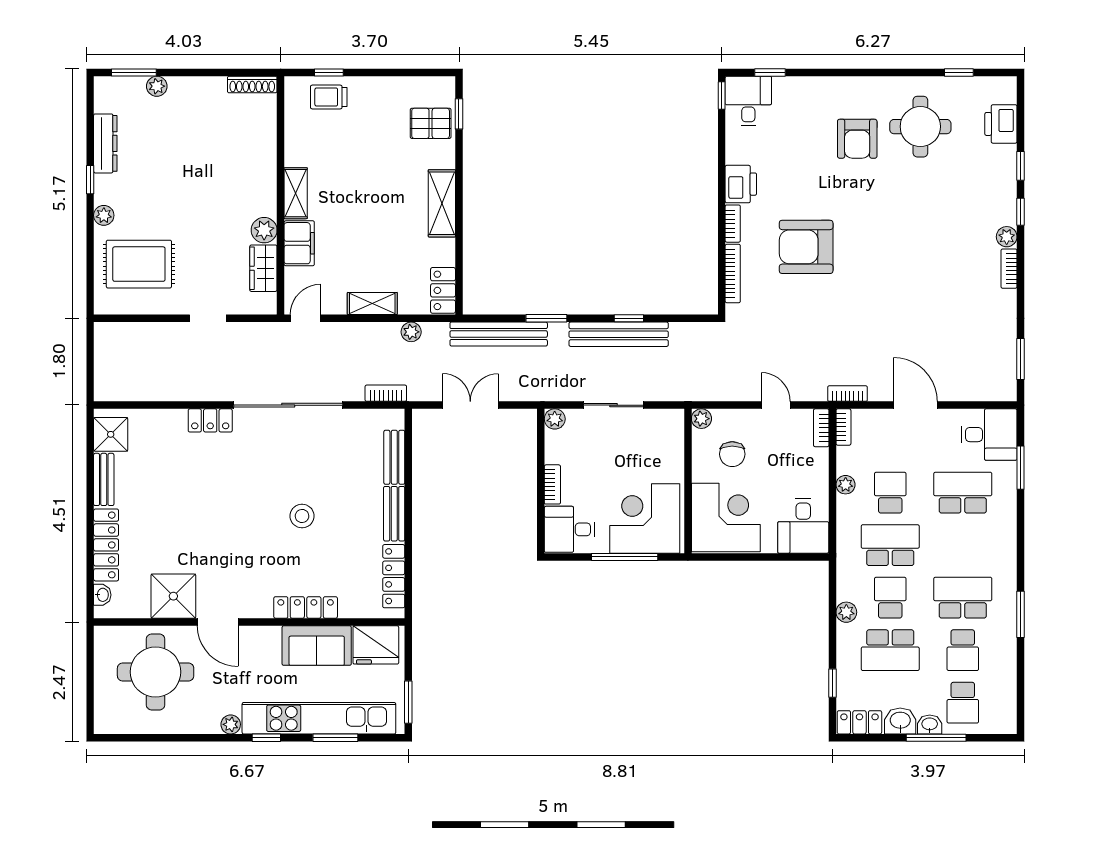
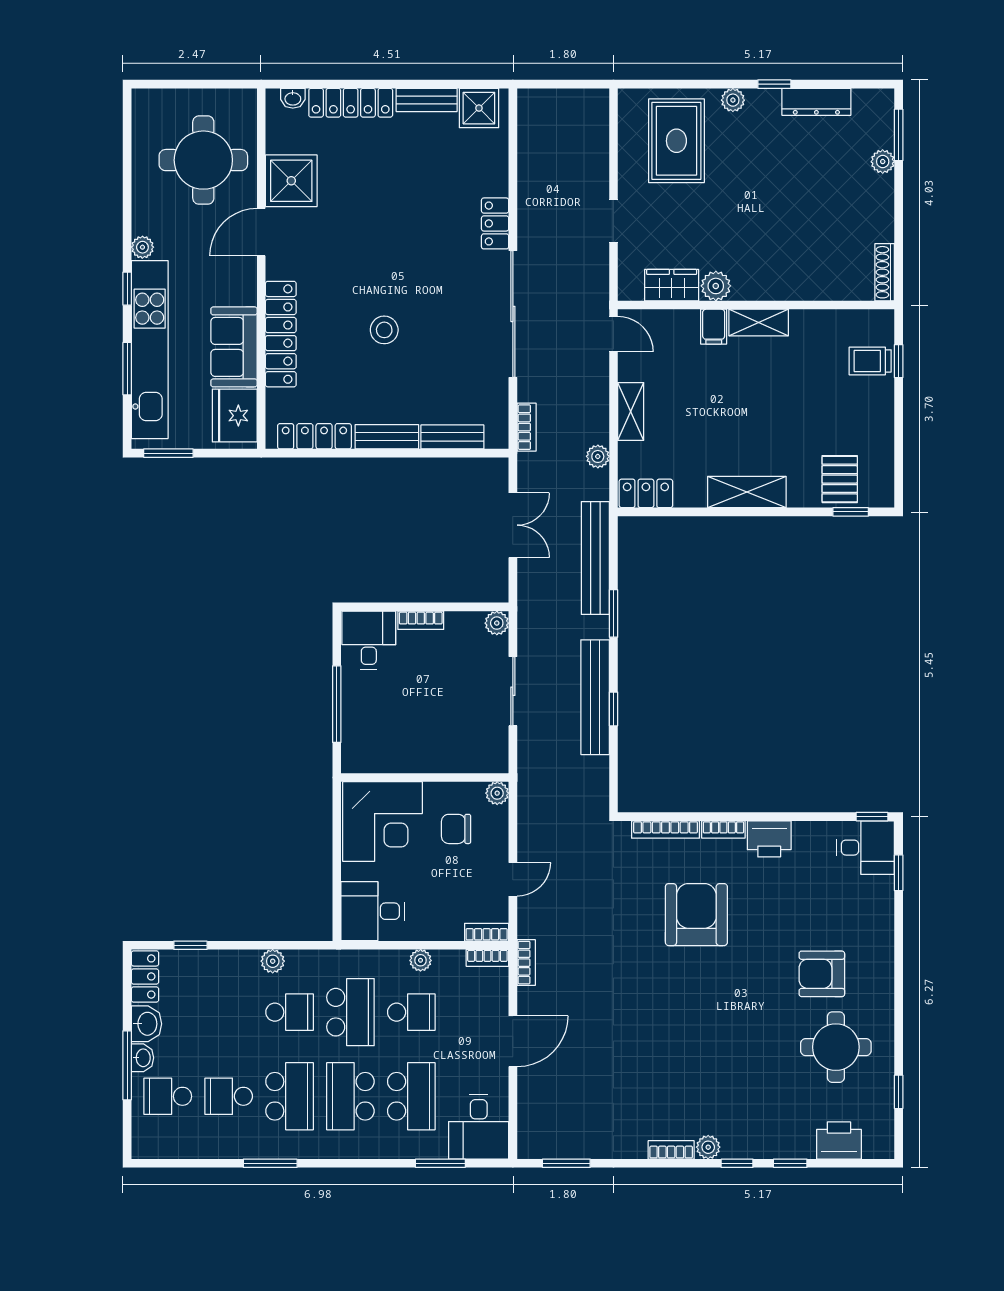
trolley: (329, 97) -> (870, 361), turned -90
filing cabinet: (299, 243) -> (714, 327), width x0.50
corner desk: (645, 519) -> (381, 727), removed
locker: (306, 607) -> (281, 334), width x1.41, depth x1.21
school desk: (890, 650) -> (350, 1096), moved

